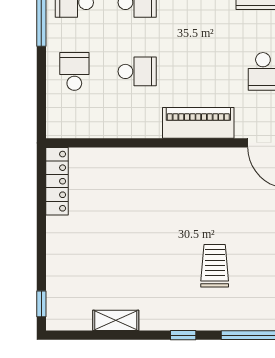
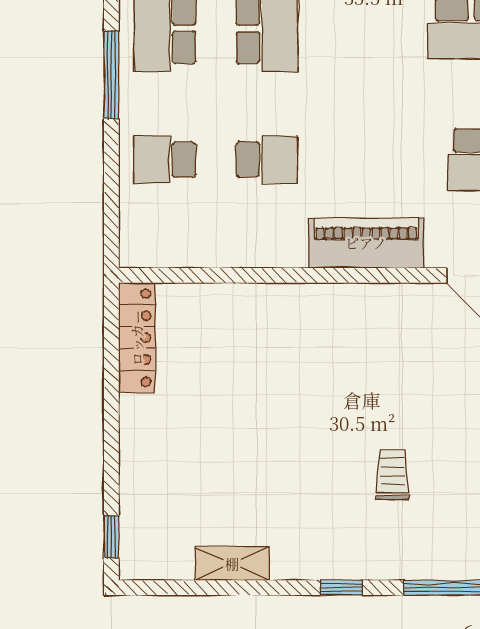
school desk: (74, 71) -> (165, 160), turned -90
trolley: (215, 266) -> (393, 475), width x0.73, depth x0.72

